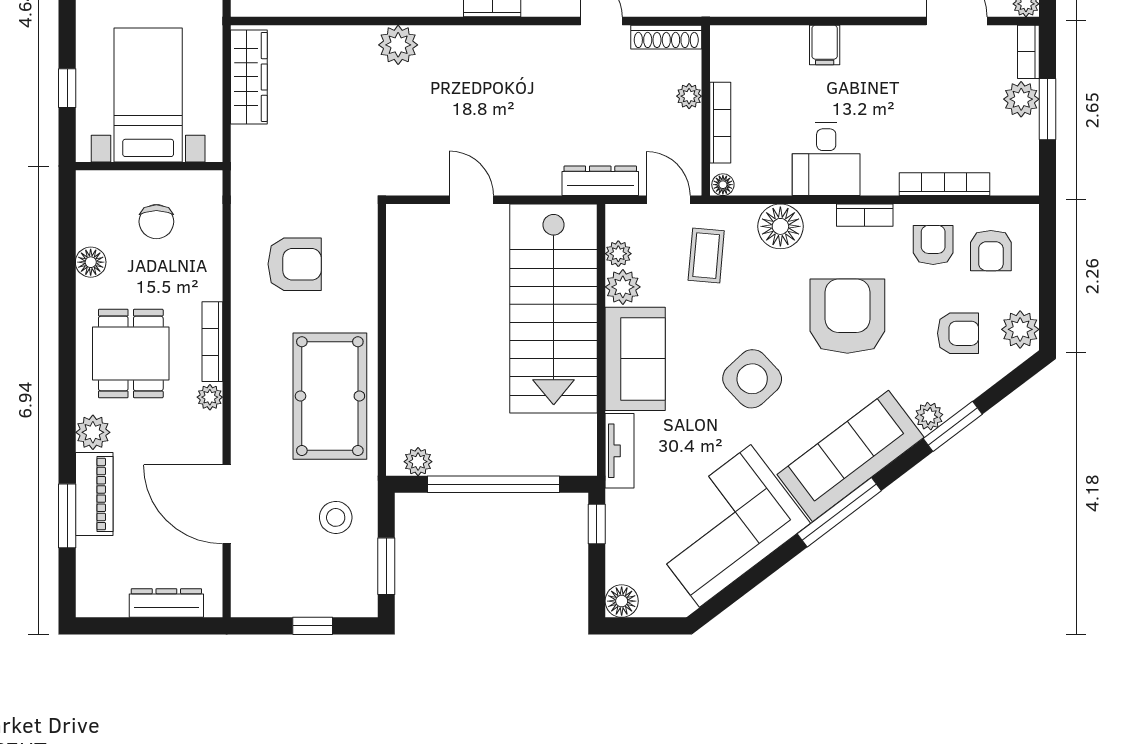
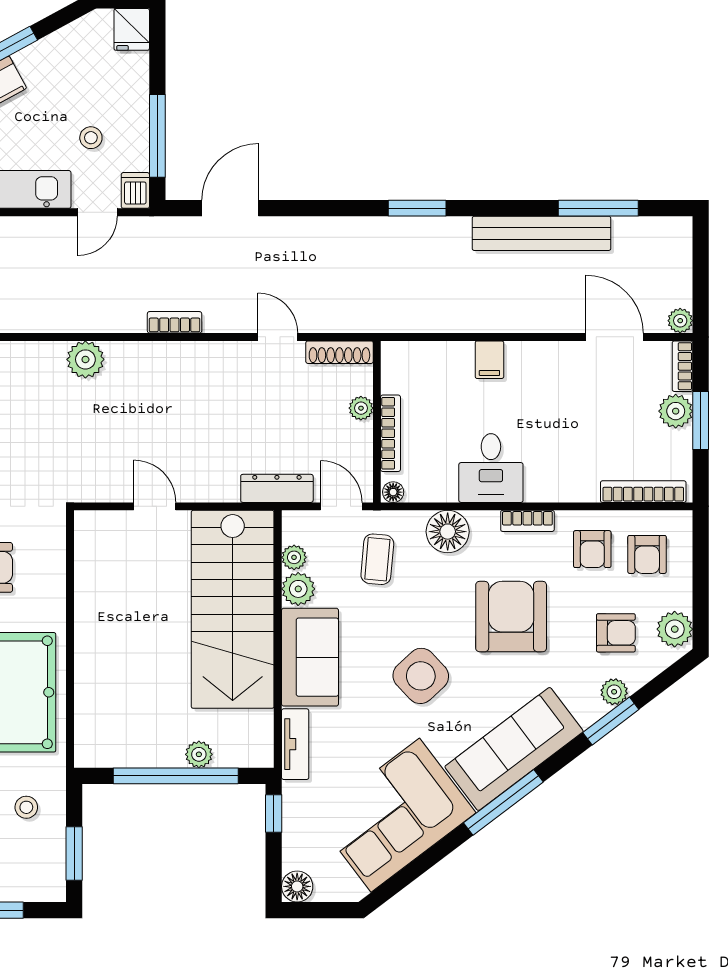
bookcase: (944, 184) -> (643, 492), moved
armchair: (933, 245) -> (592, 549), turned 180
plant: (929, 416) -> (614, 692), moved
plant: (418, 462) -> (199, 754), moved
stool: (336, 517) -> (26, 807), width x0.73, depth x0.73

